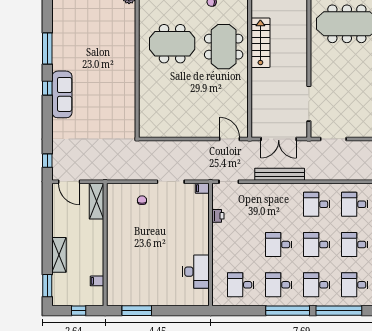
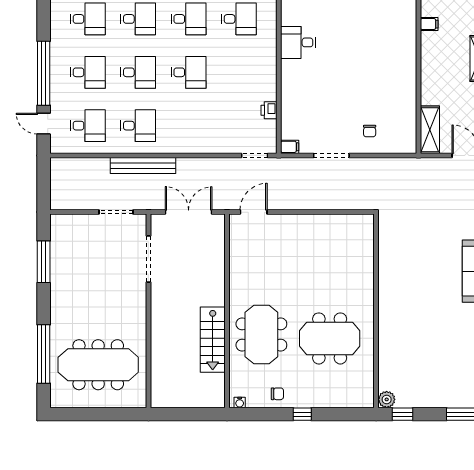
door: (229, 139) -> (254, 212), swing flipped
bench: (280, 174) -> (143, 166), moved
desk: (196, 272) -> (298, 42), width x0.73

